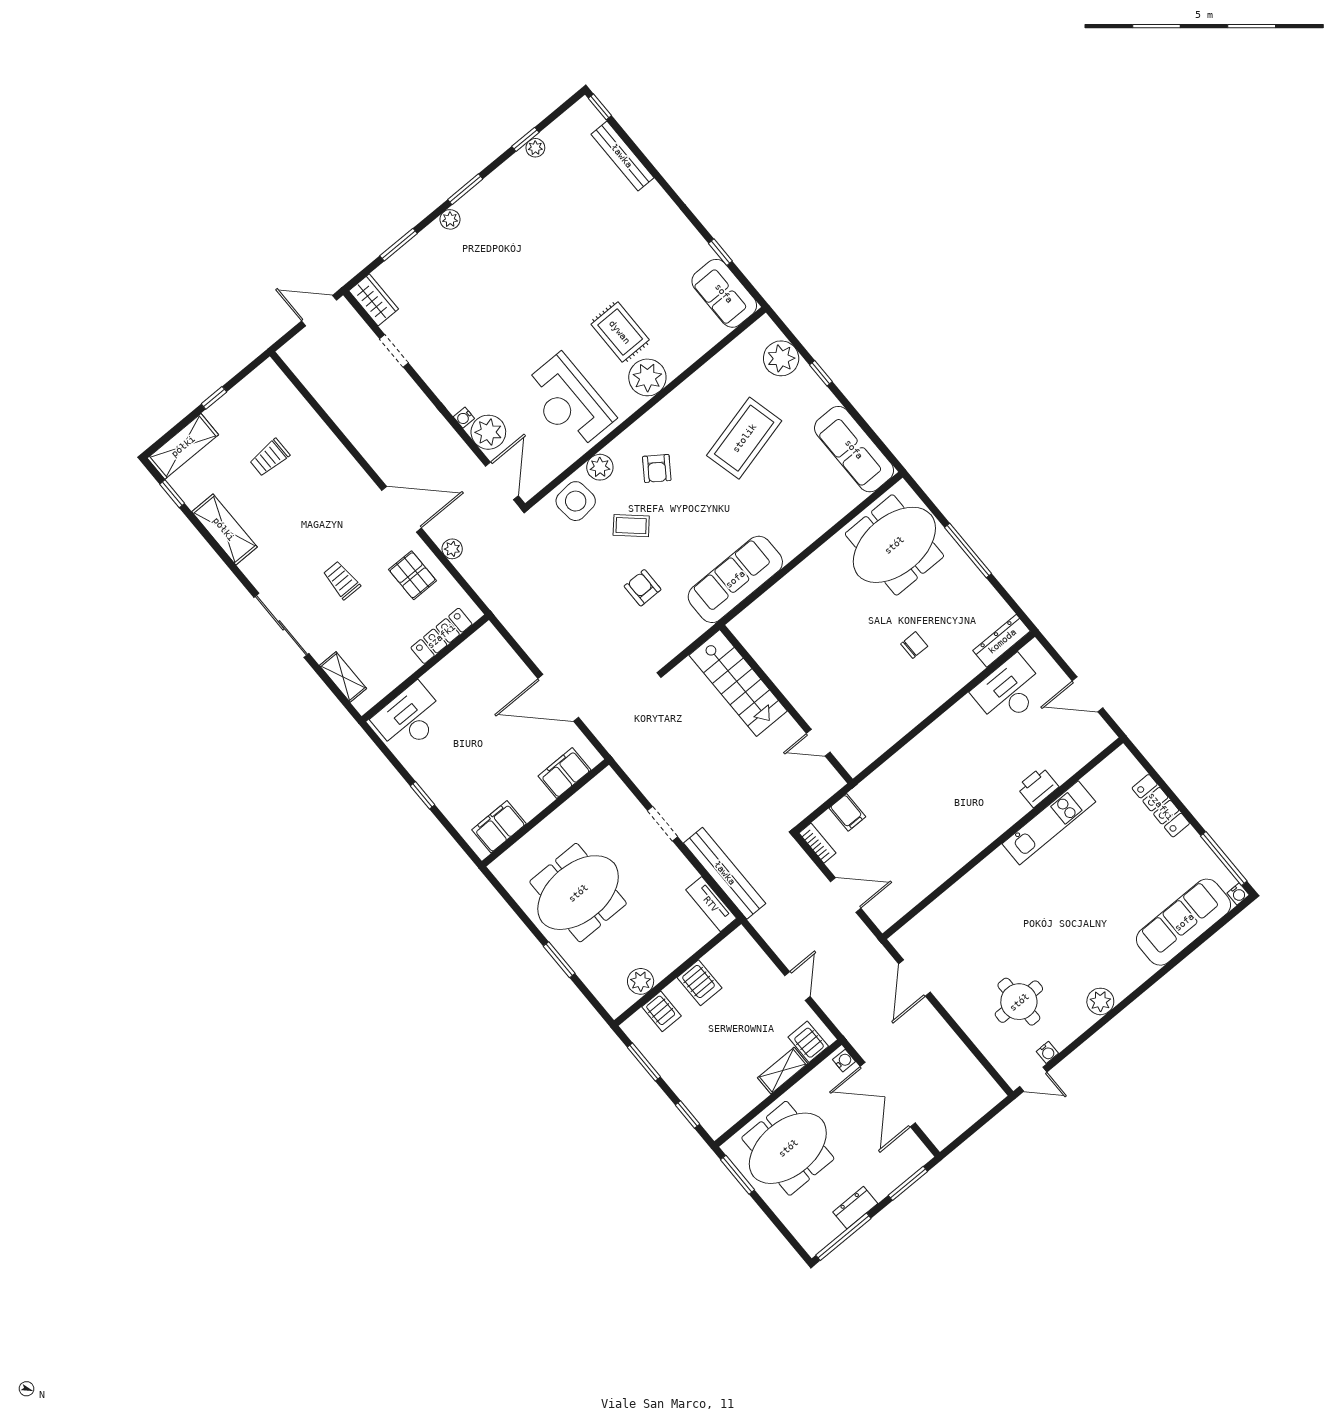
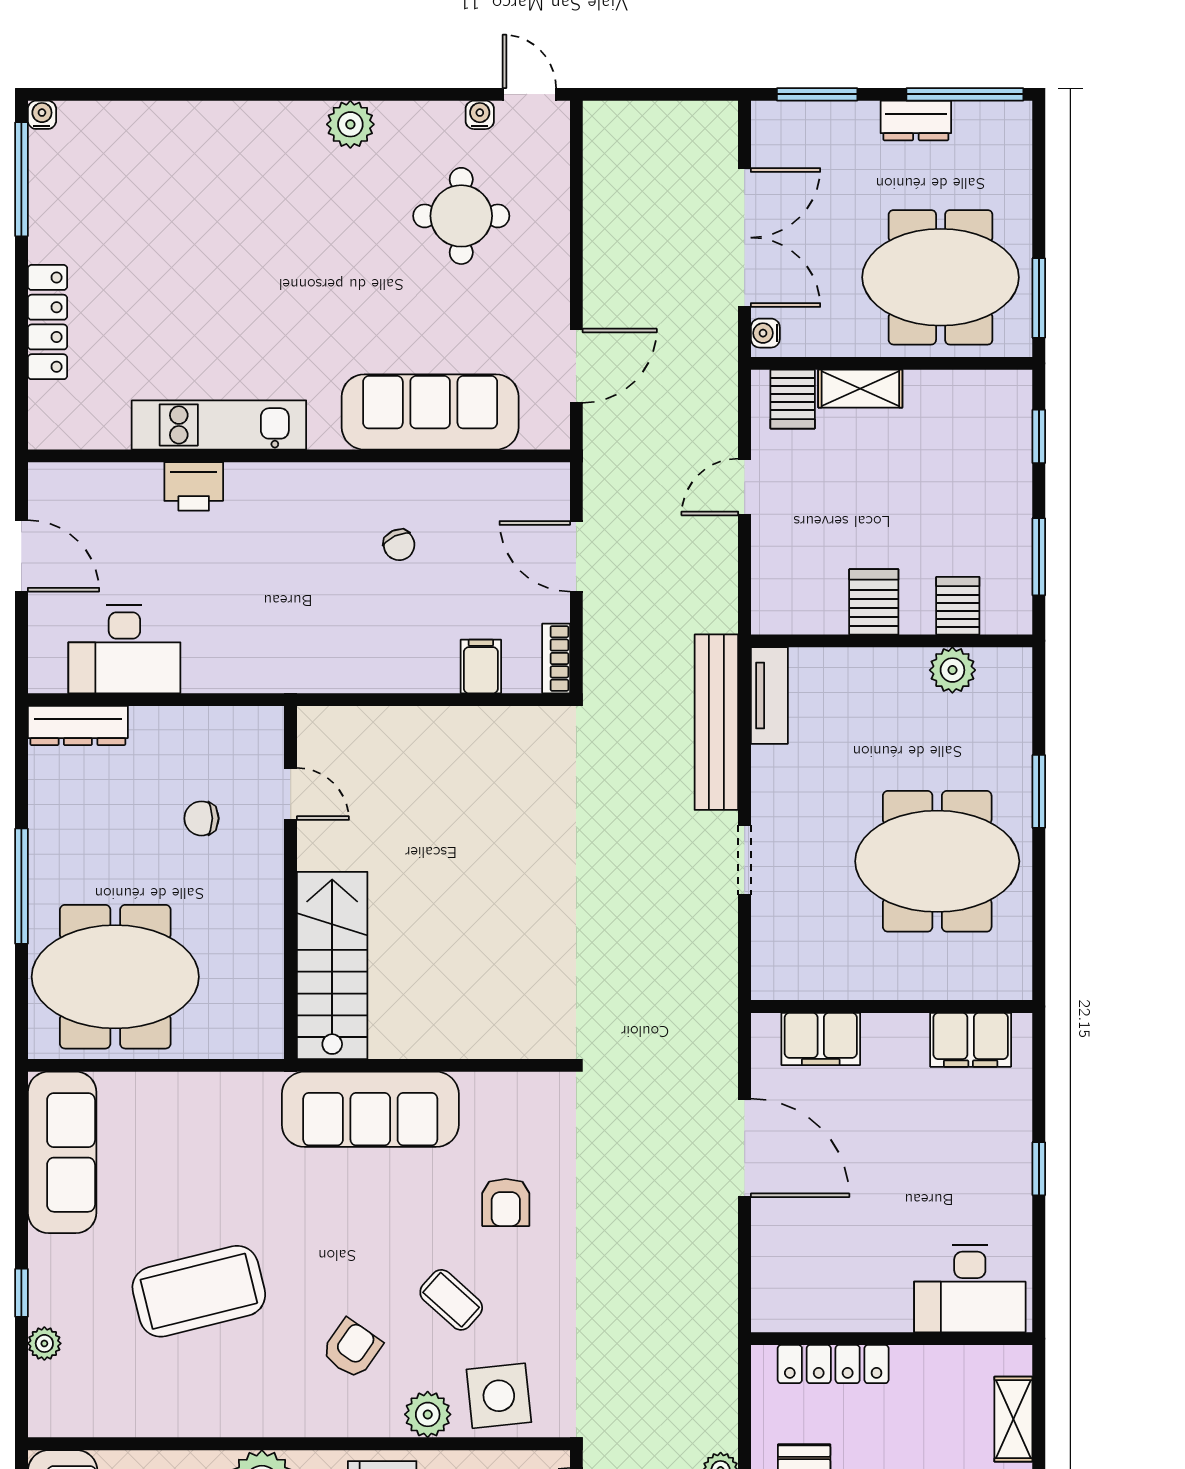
plant: (781, 358) -> (44, 1343), width x0.53, depth x0.53
stairs: (738, 683) -> (332, 965), moved
wall: (786, 704) -> (291, 883), moved
door: (818, 743) -> (291, 794), moved
chair: (927, 836) -> (399, 545), added
sofa: (1184, 922) -> (430, 412), moved, turned 180

